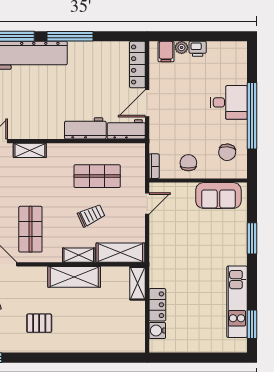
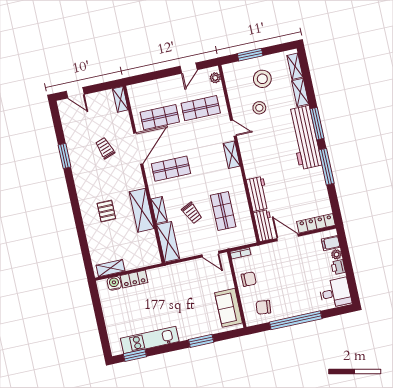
desk: (229, 102) -> (335, 293), moved, turned -90
shelving: (138, 283) -> (111, 268), moved
pallet: (39, 323) -> (106, 211), moved

